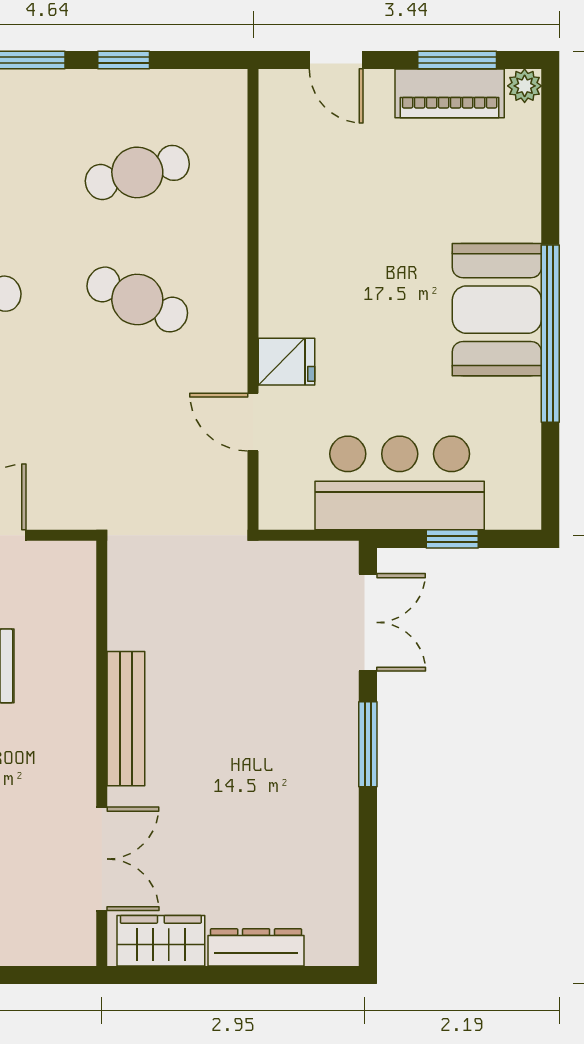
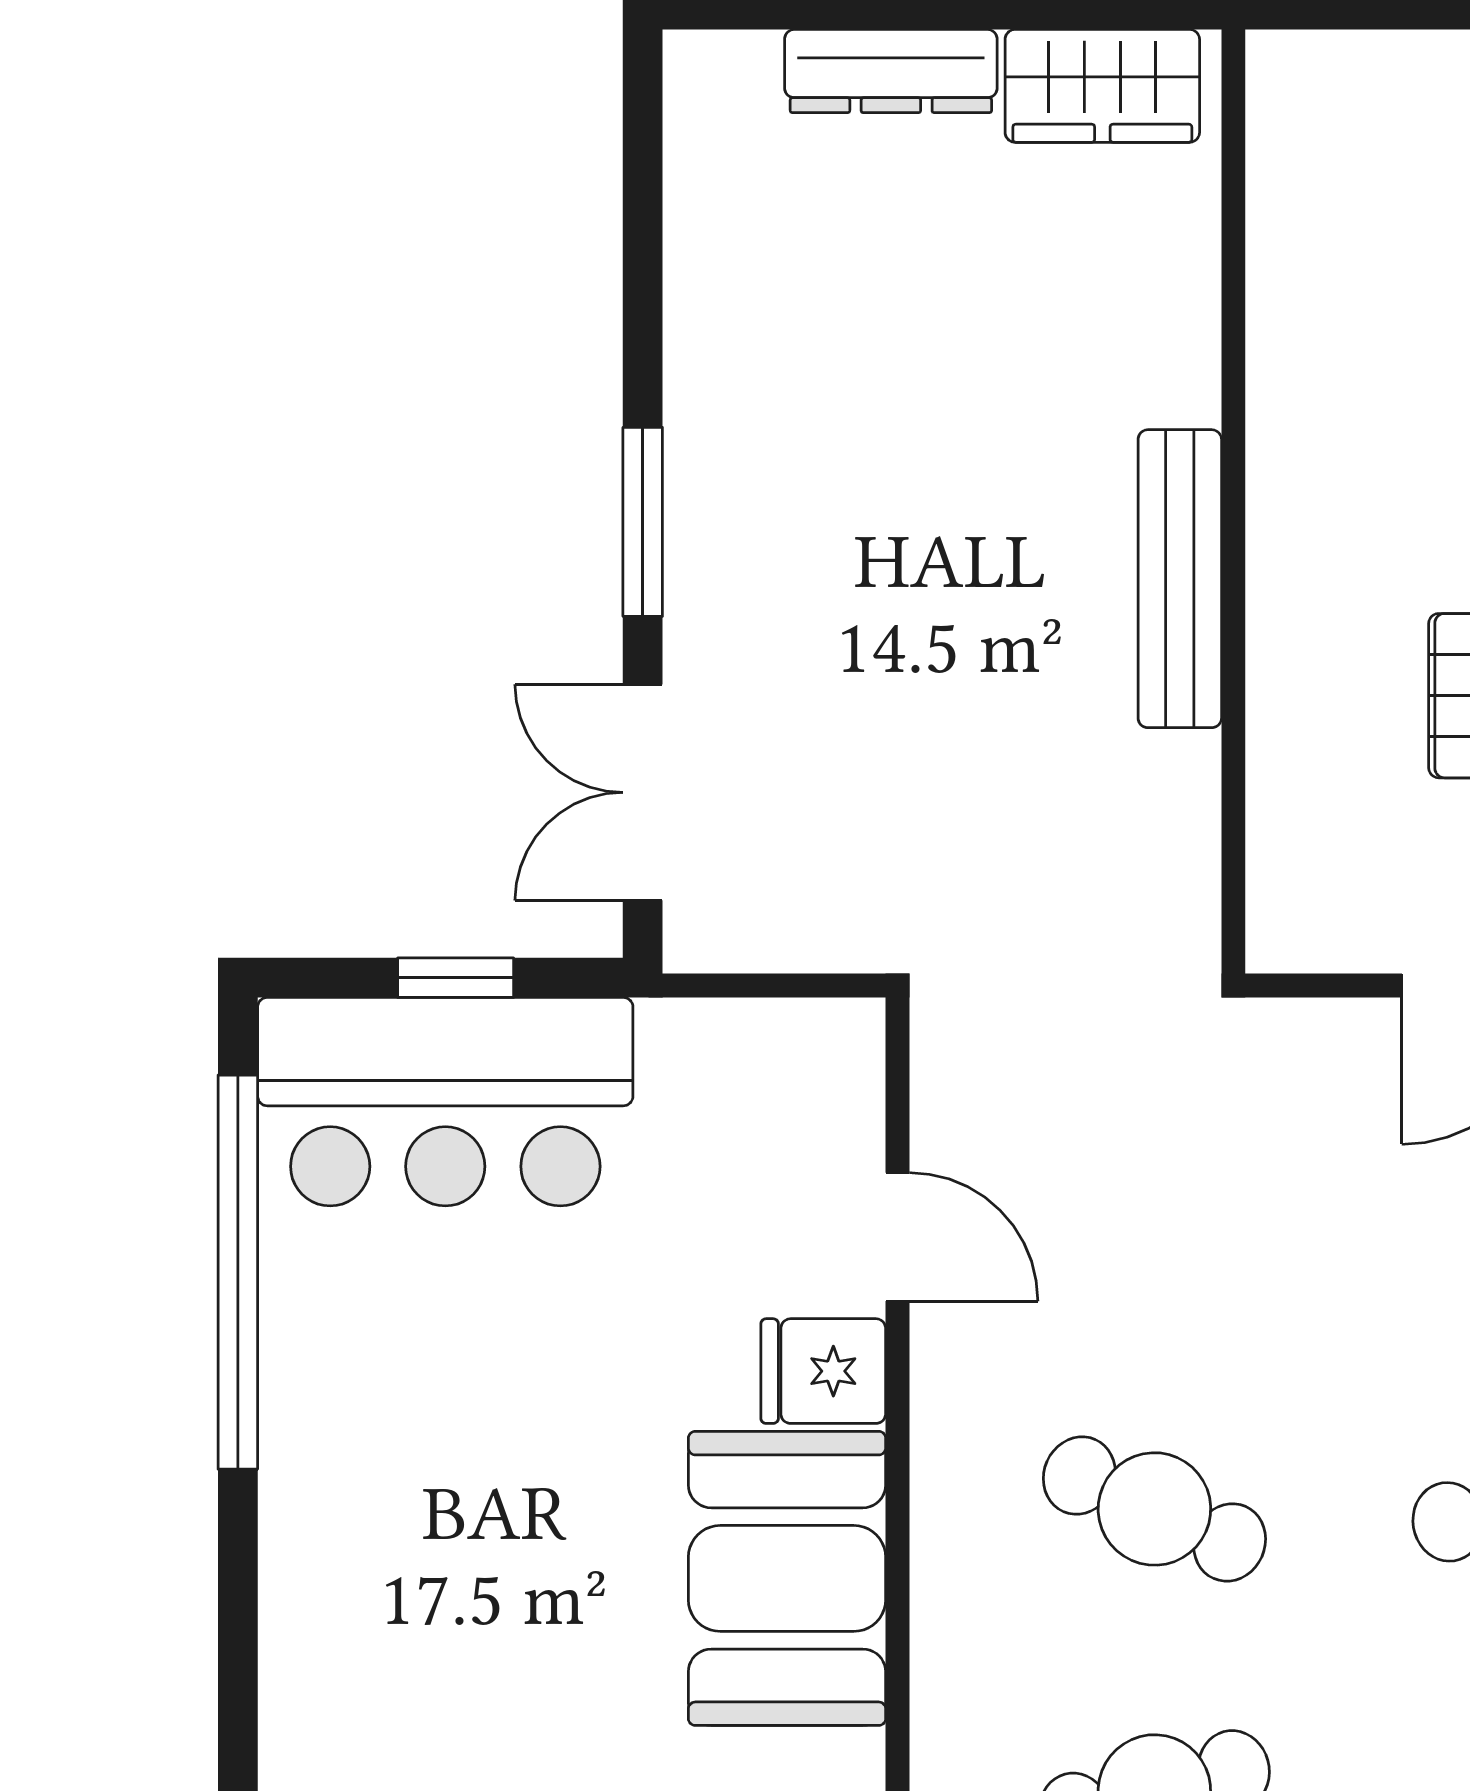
booth: (497, 310) -> (787, 1578), moved
window: (550, 334) -> (238, 1272), moved
bar counter: (400, 483) -> (445, 1102), moved
double door: (102, 859) -> (1233, 267), removed

